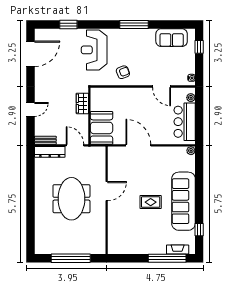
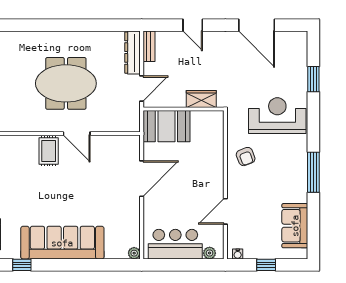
window: (199, 47) -> (266, 265), moved
door: (30, 54) -> (257, 25), moved
rug: (151, 202) -> (49, 151), moved

